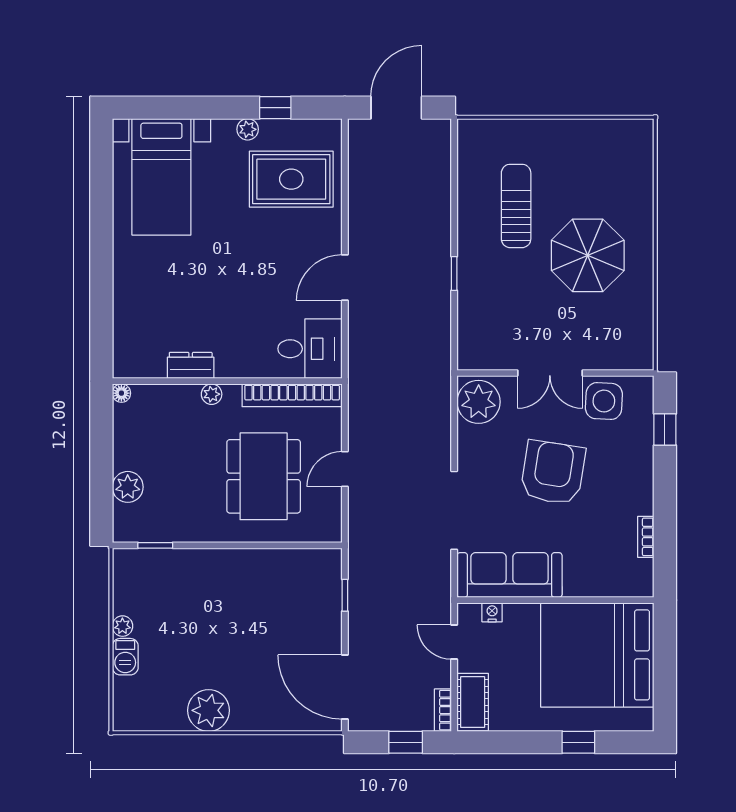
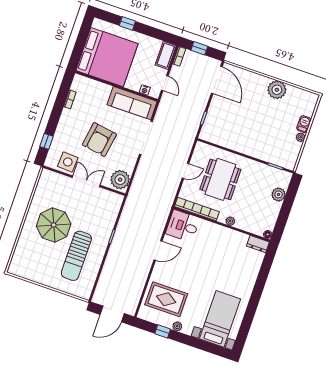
sun lounger: (516, 206) -> (76, 256), width x1.36, depth x1.34
dresser: (191, 365) -> (258, 244), moved

